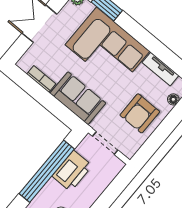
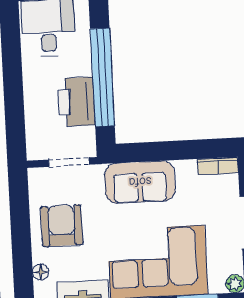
bookcase: (41, 79) -> (218, 166), moved

